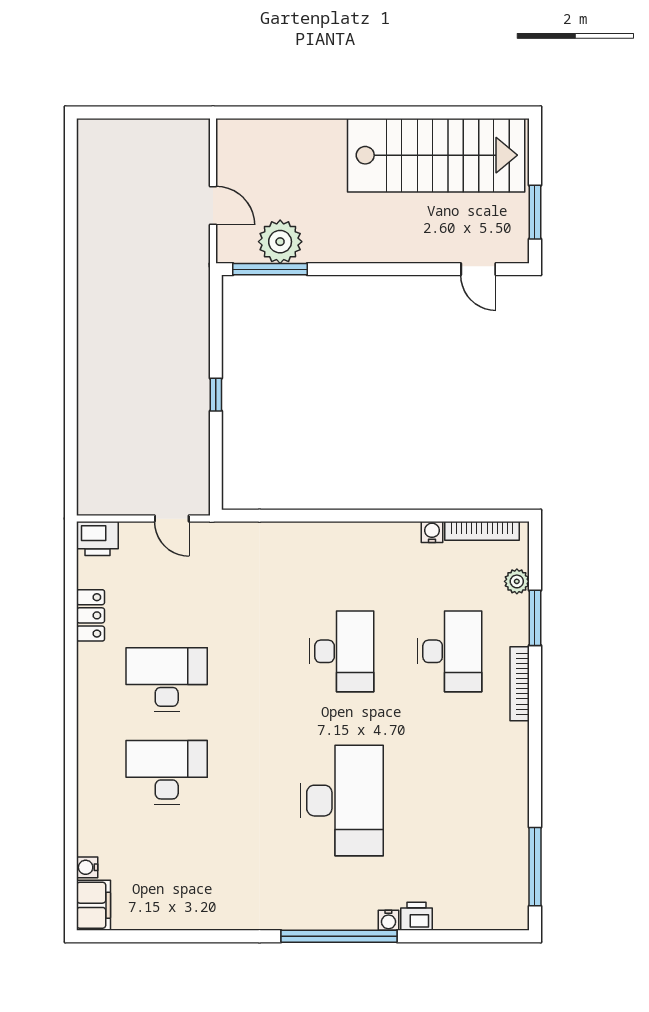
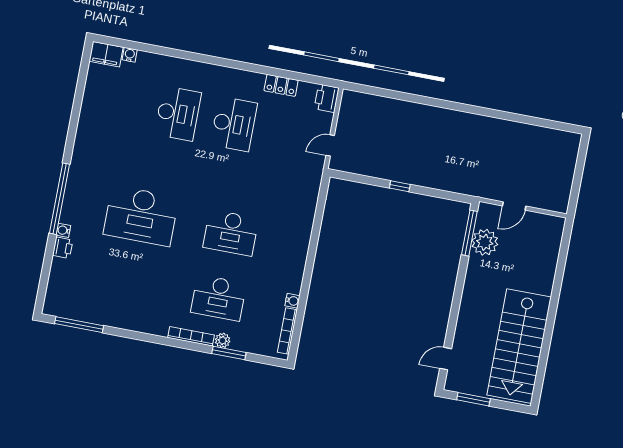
plant: (517, 581) -> (223, 340), moved

